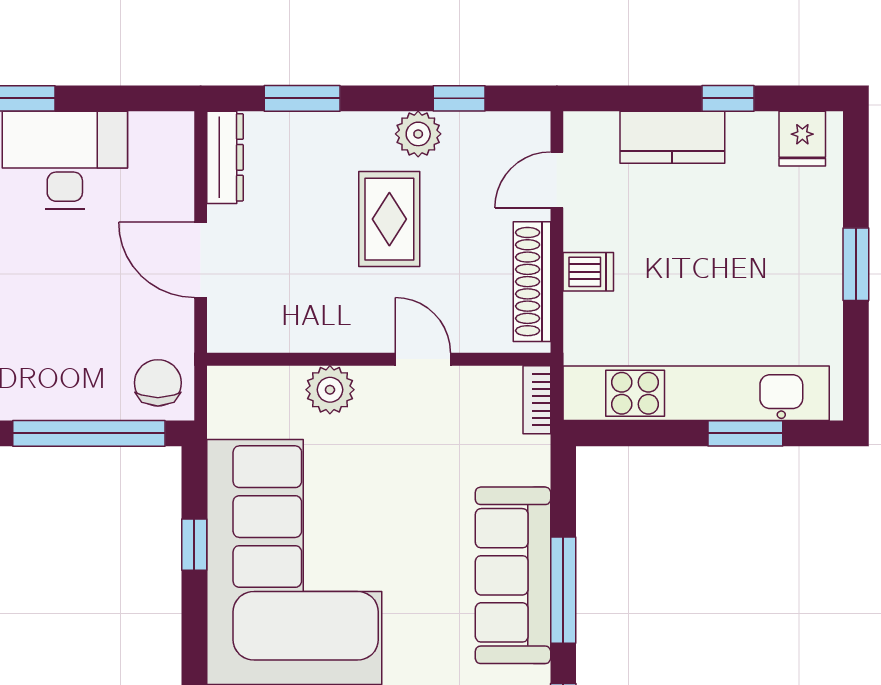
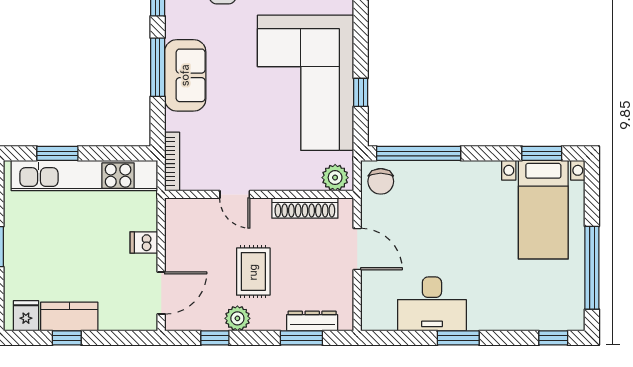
kitchen counter: (672, 137) -> (69, 317), moved
dresser: (225, 157) -> (312, 321), moved, turned 90
door: (557, 180) -> (161, 293), width x1.38
shoe rack: (532, 282) -> (305, 208), moved, turned 90
plant: (330, 390) -> (335, 178), moved
bookcase: (537, 400) -> (172, 161), width x1.56
sofa: (513, 575) -> (185, 75), width x0.73

